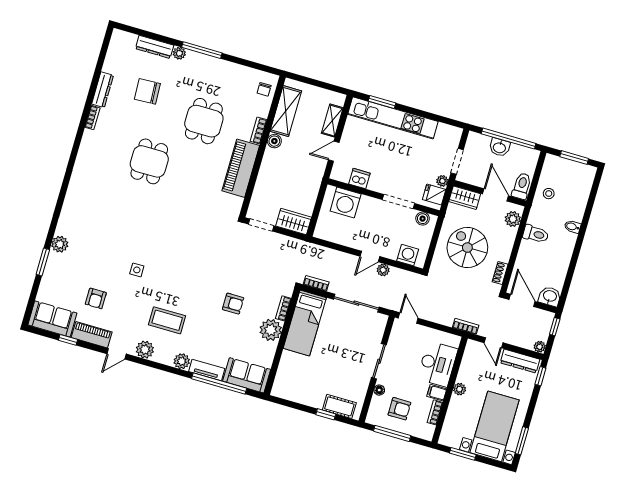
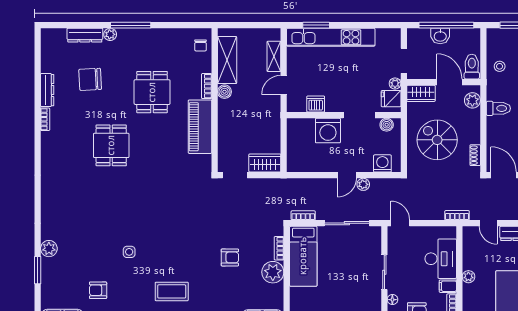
washing machine: (346, 202) -> (328, 131), moved
armchair: (96, 298) -> (98, 290), turned 90

